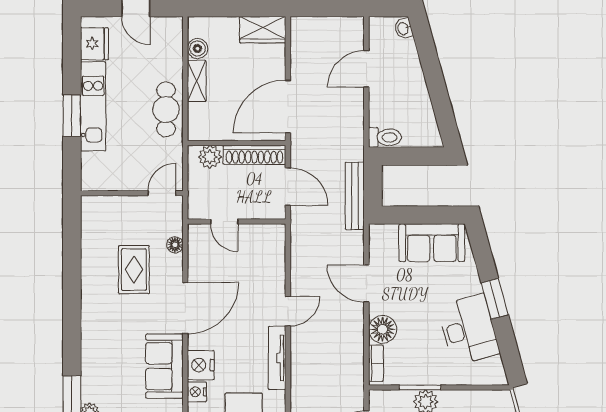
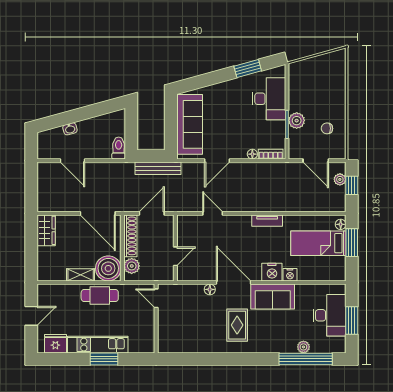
washbasin: (403, 29) -> (70, 129), moved
boiler: (198, 49) -> (108, 268), moved, width x1.86, depth x1.86
sofa: (432, 243) -> (190, 124), width x1.36
floor lamp: (175, 245) -> (210, 289), moved
rug: (134, 270) -> (237, 325), moved, turned 90
window: (495, 299) -> (248, 69), moved
door: (288, 311) -> (213, 213), moved
floor lamp: (383, 329) -> (252, 154), width x0.53, depth x0.53
desk: (469, 330) -> (269, 99), moved, turned 105
tv unit: (277, 358) -> (267, 221), width x0.71

